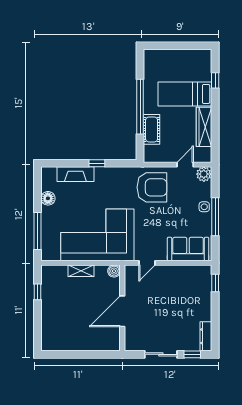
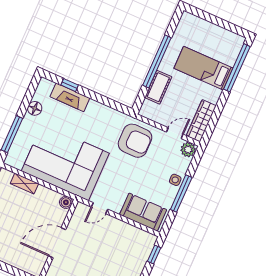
window: (215, 80) -> (237, 68), width x3.17
wardrobe: (204, 127) -> (201, 121), moved
window: (97, 163) -> (70, 85), moved
shelving: (81, 271) -> (24, 184), moved

